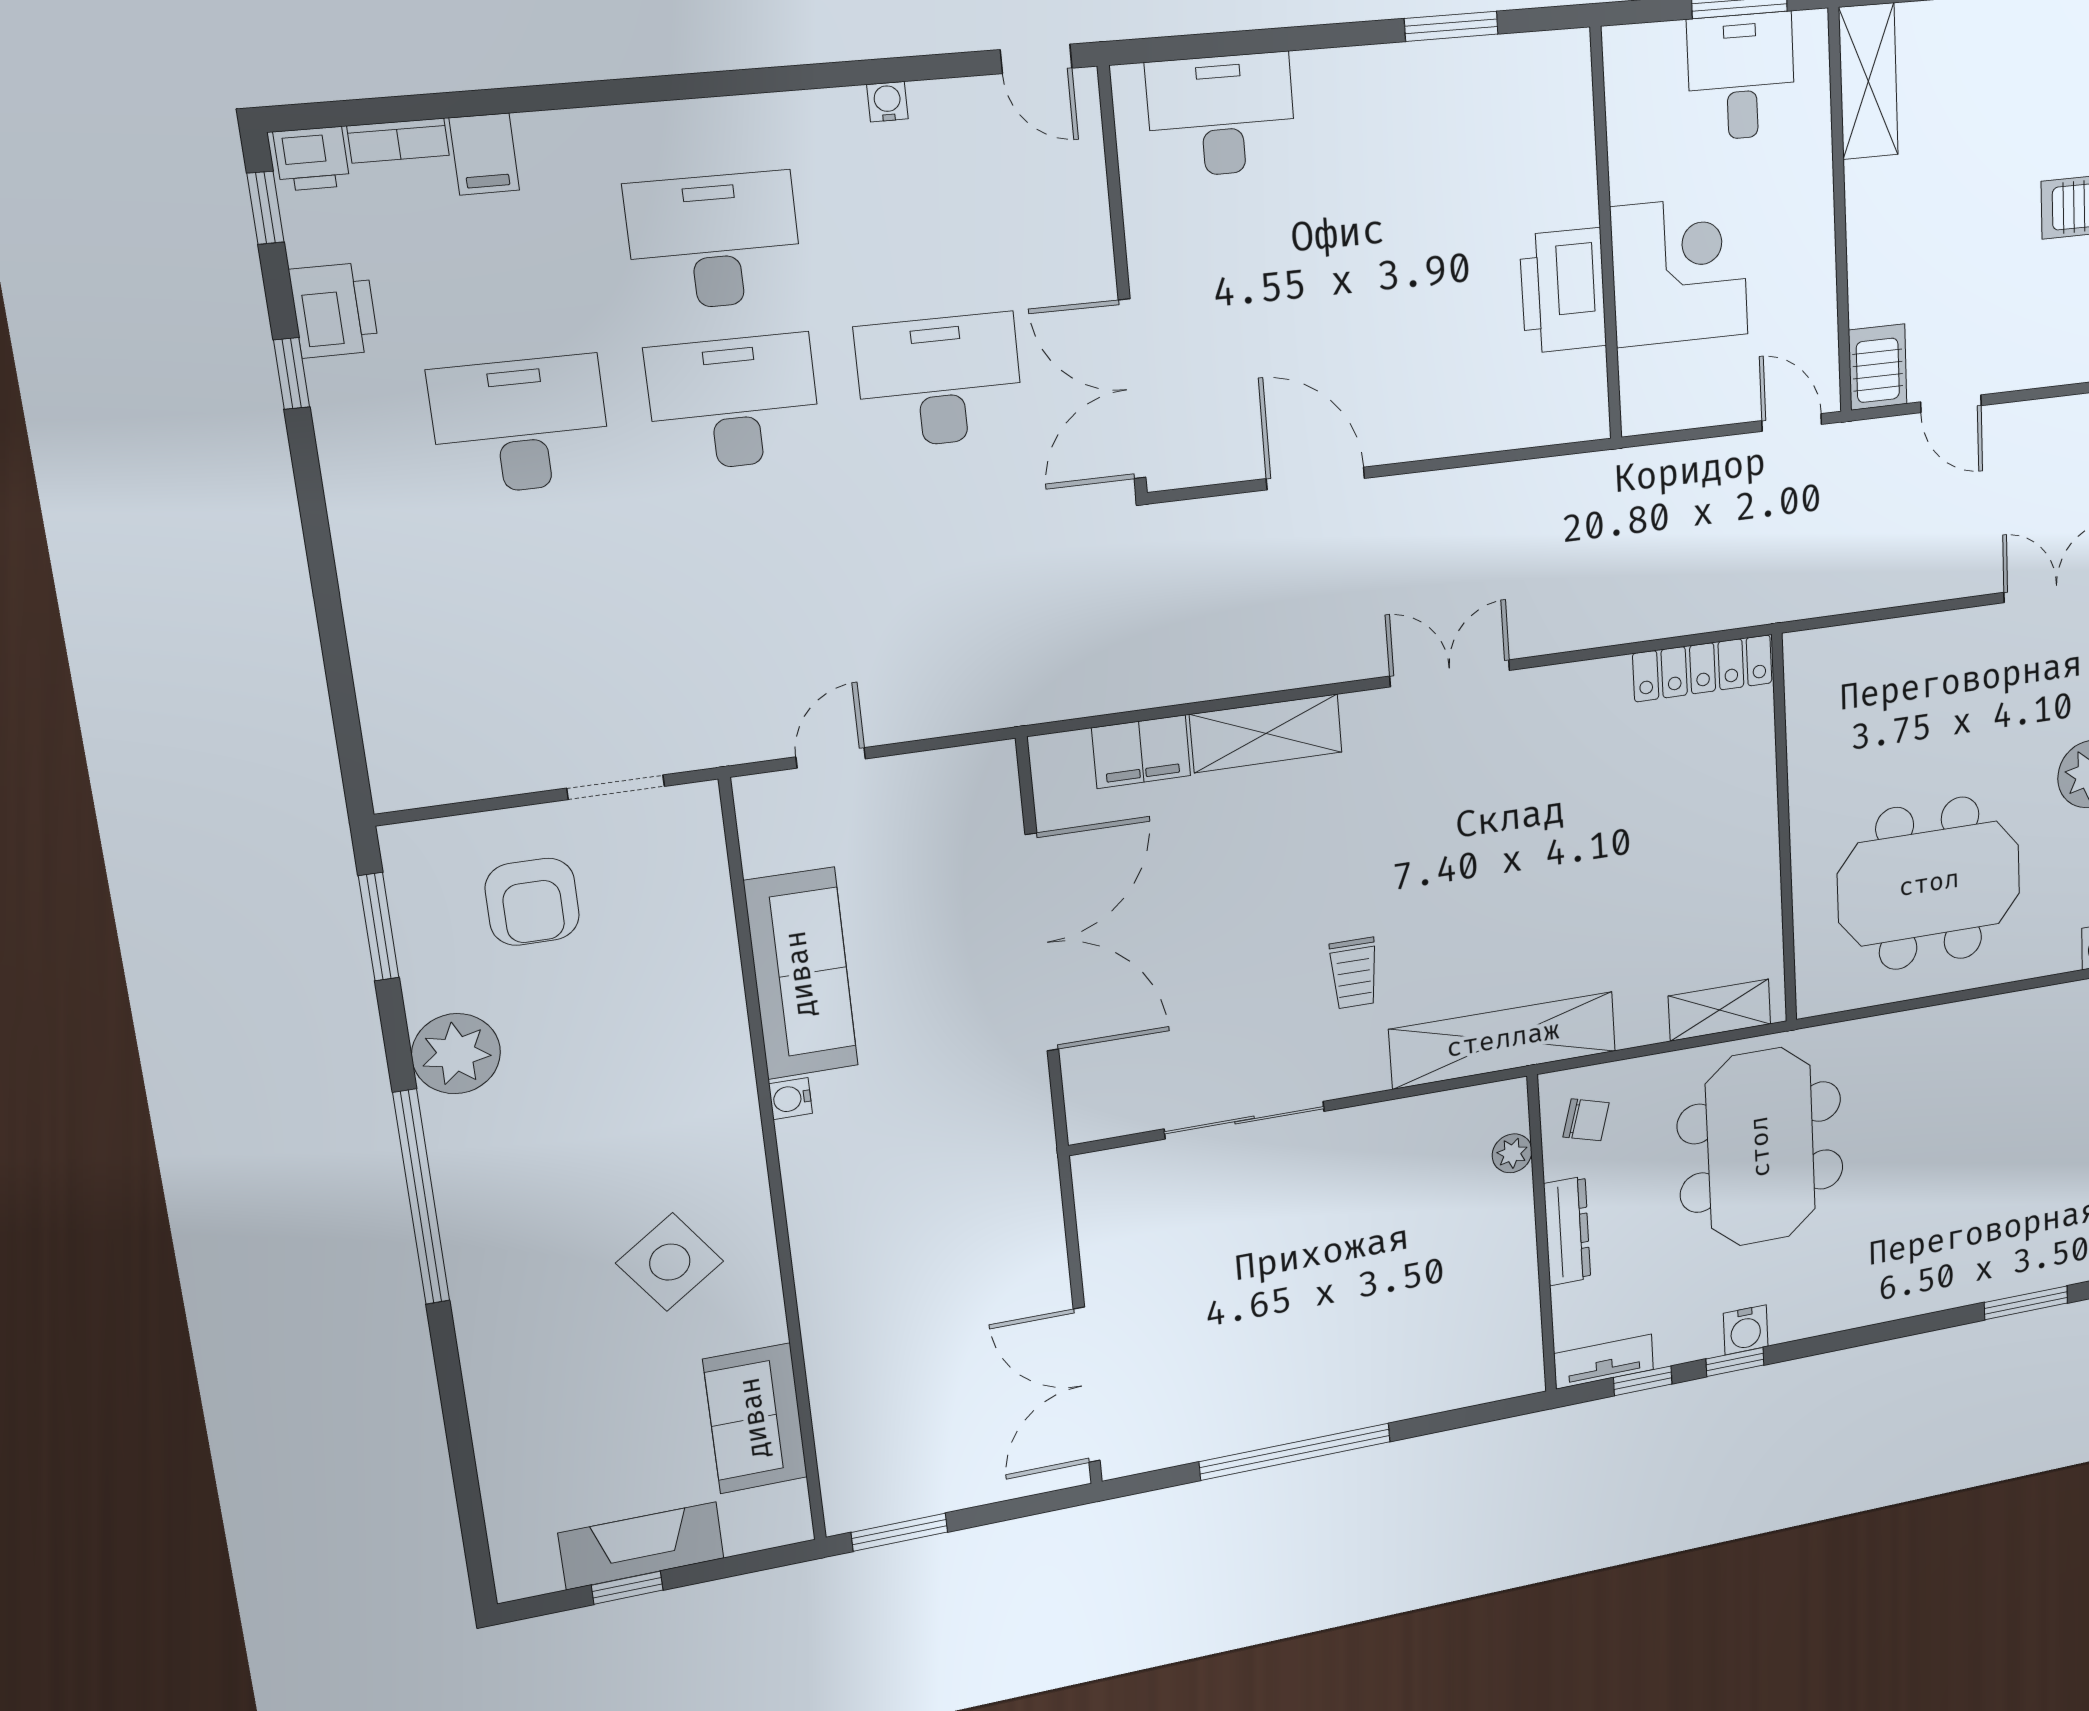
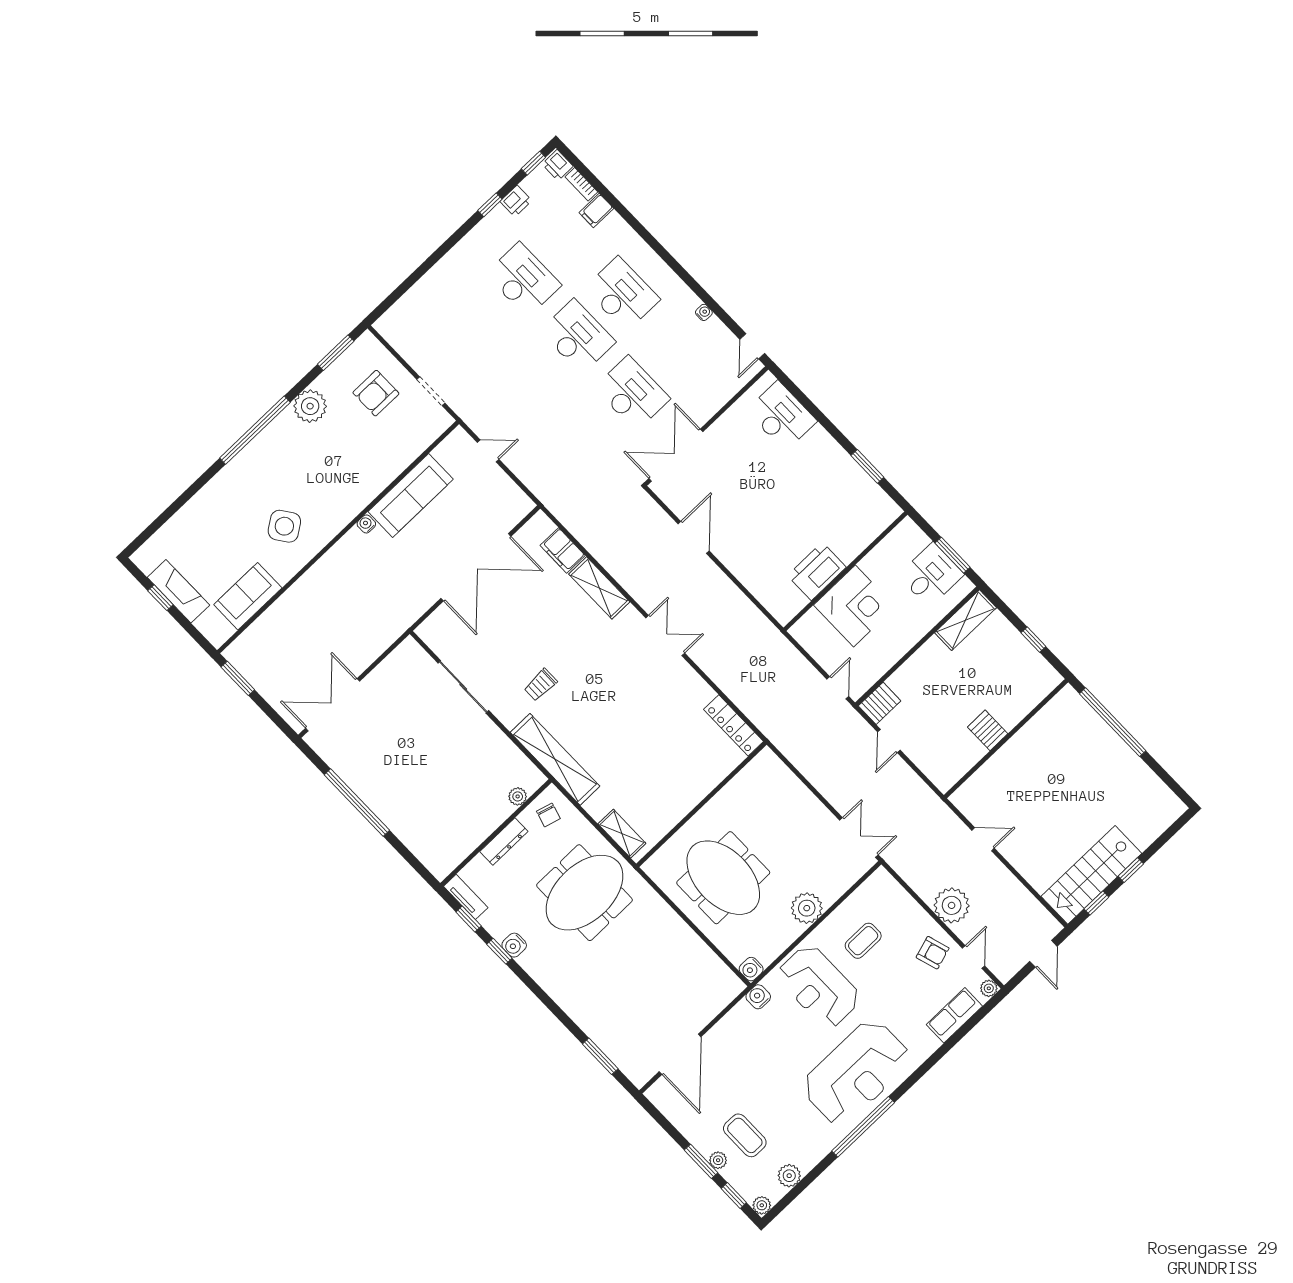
printer: (334, 310) -> (516, 201), width x0.73, depth x0.81

